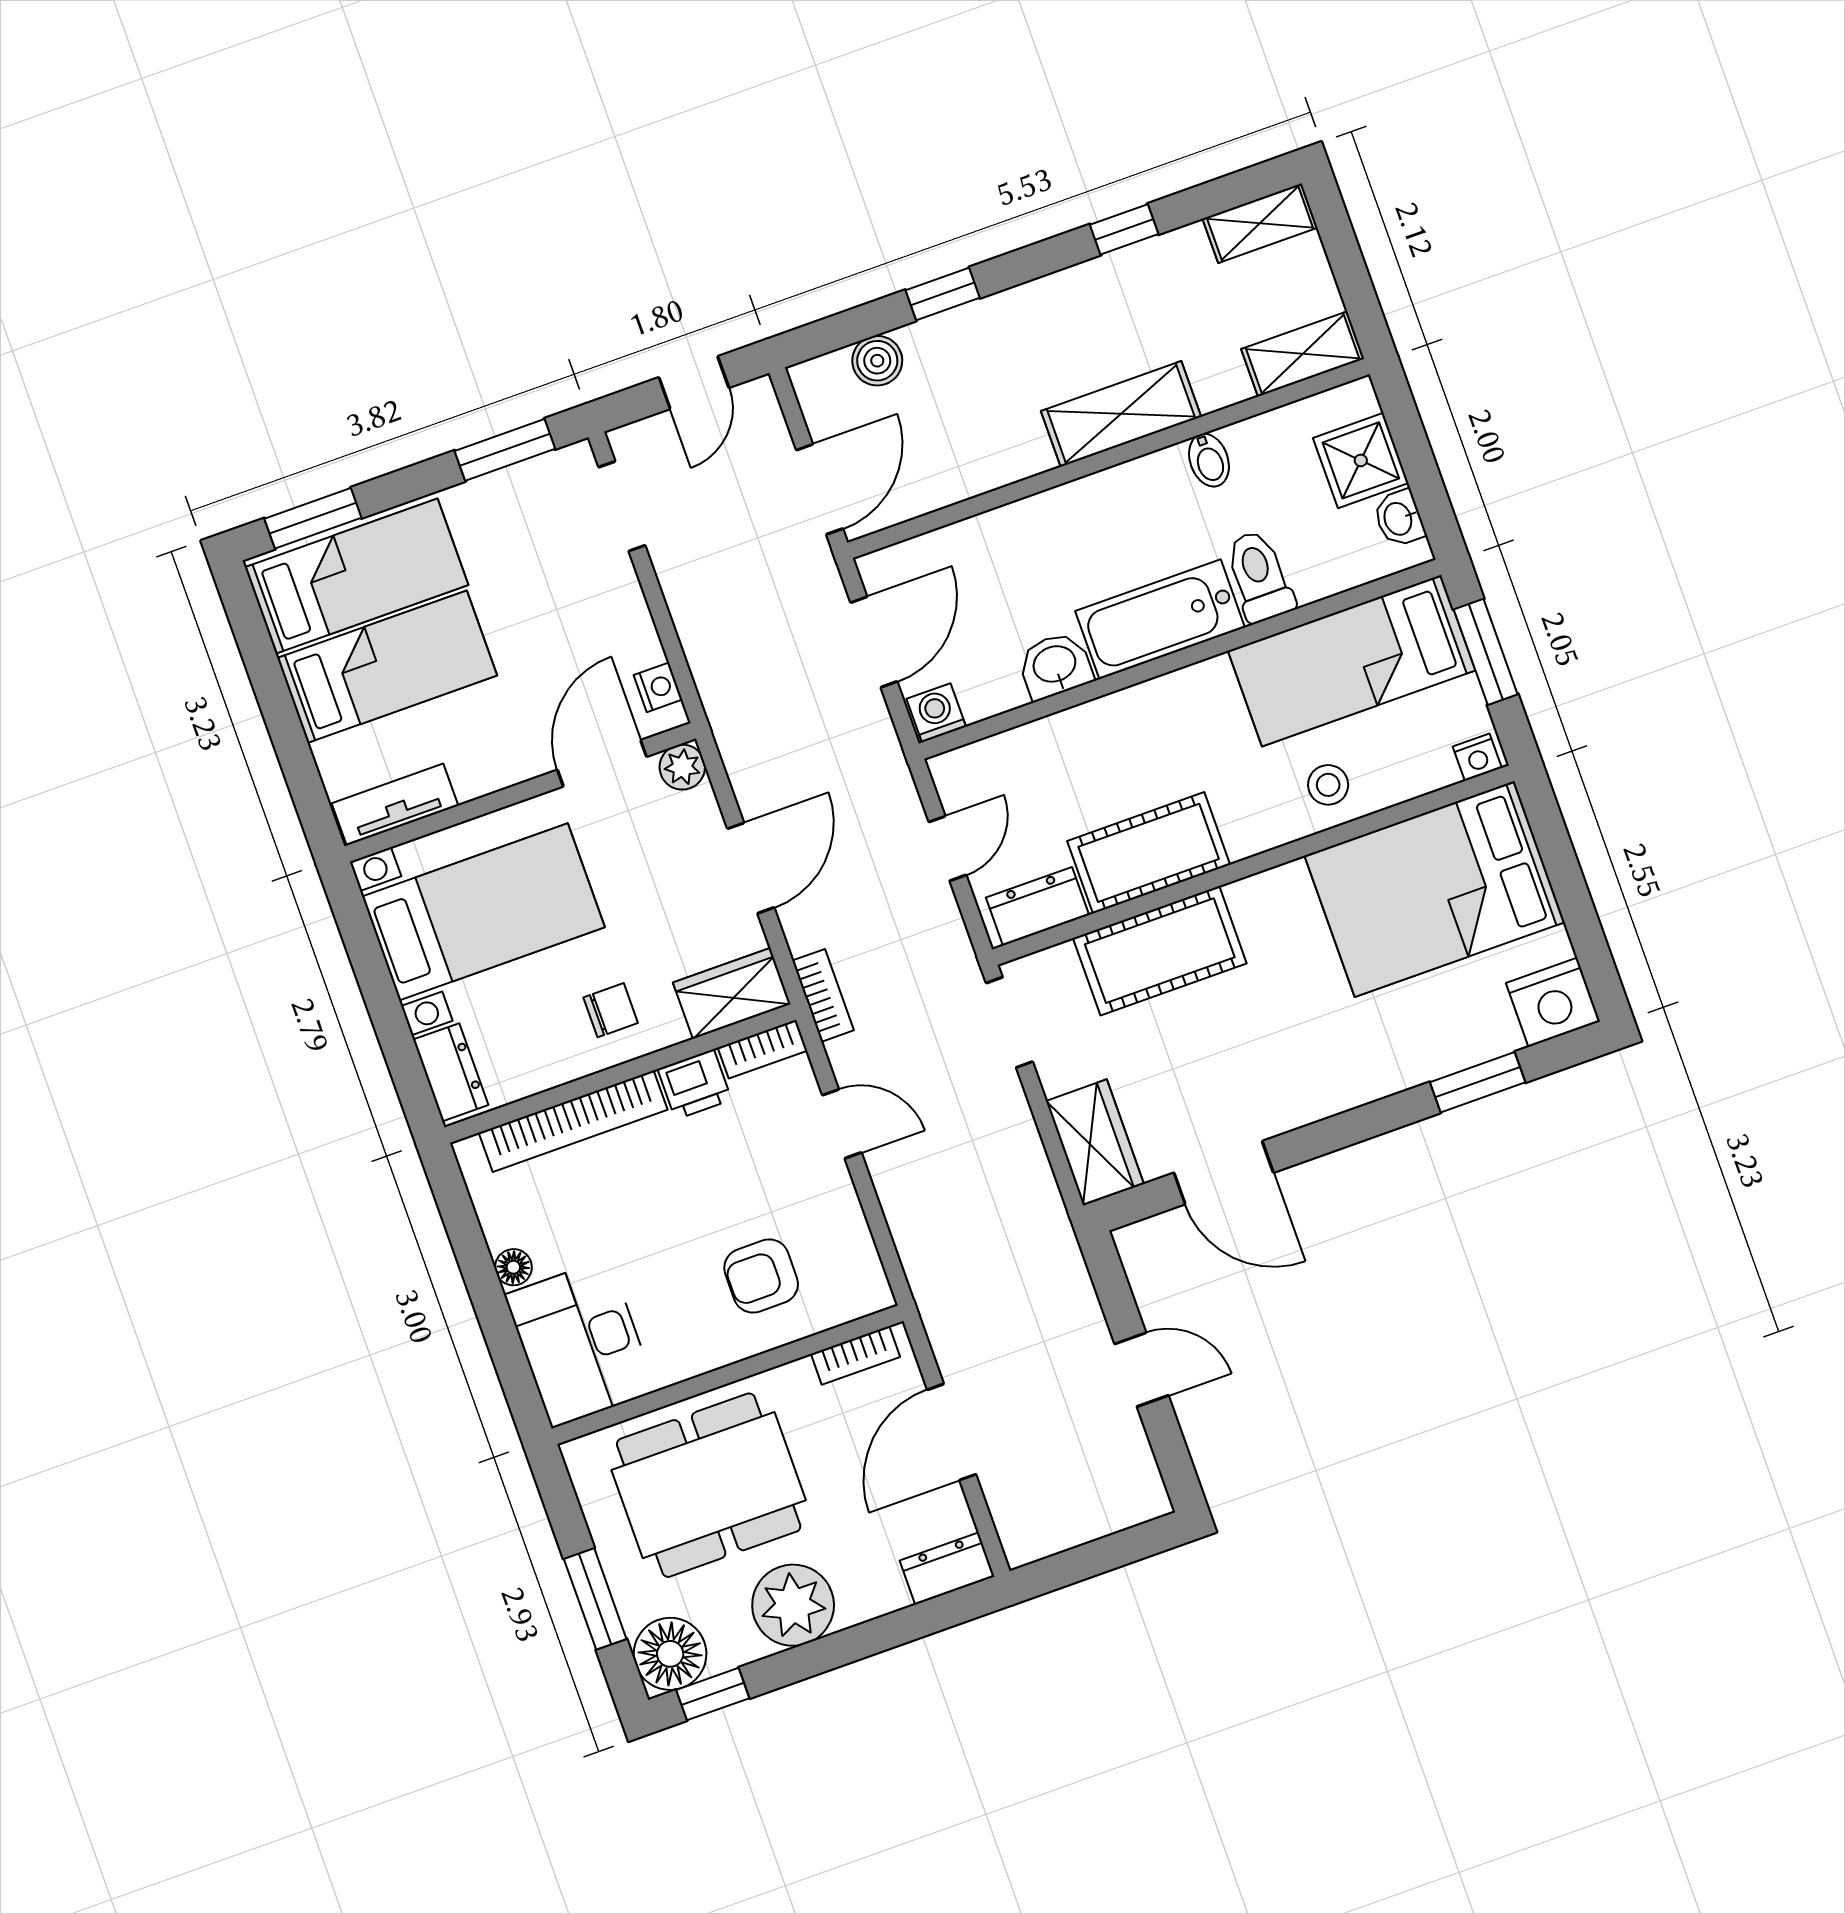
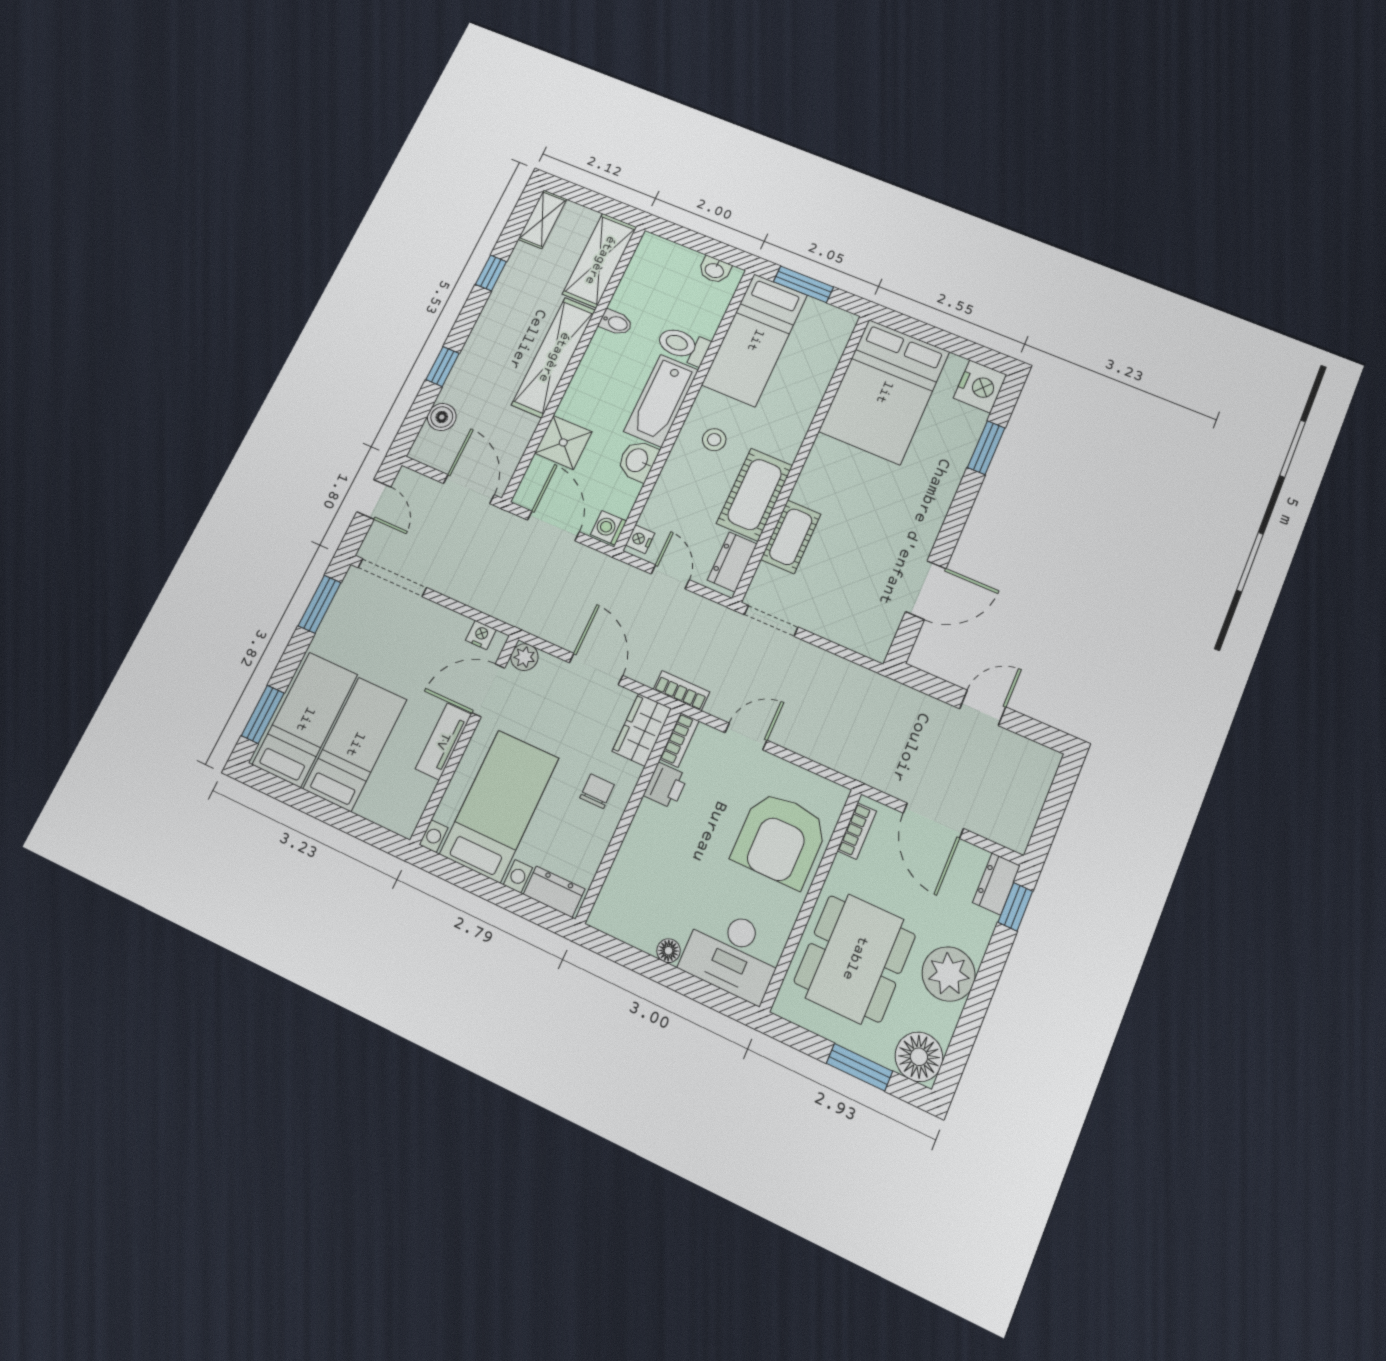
shelving: (1303, 354) -> (600, 260), width x1.50, depth x1.33
shelving: (1121, 414) -> (554, 357), width x1.47
shower: (1361, 460) -> (563, 442), moved
doorway: (622, 506) -> (392, 577), width x1.38
nightstand: (1477, 757) -> (640, 539), moved, turned 180
door: (602, 763) -> (488, 690), hinge flipped
stool: (1328, 785) -> (714, 440), moved
tv unit: (395, 804) -> (443, 741), moved
cot: (1160, 951) -> (791, 537), width x0.73, depth x0.75
bookcase: (573, 1121) -> (629, 857), removed
wardrobe: (1095, 1142) -> (860, 633), removed
armchair: (761, 1276) -> (780, 839), width x1.88, depth x1.88
window: (713, 1694) -> (1015, 907), moved

